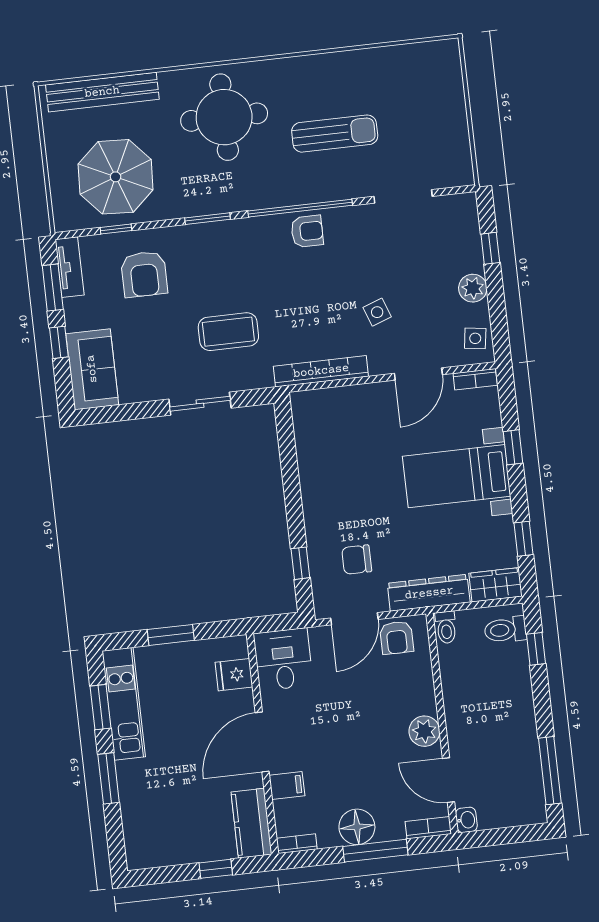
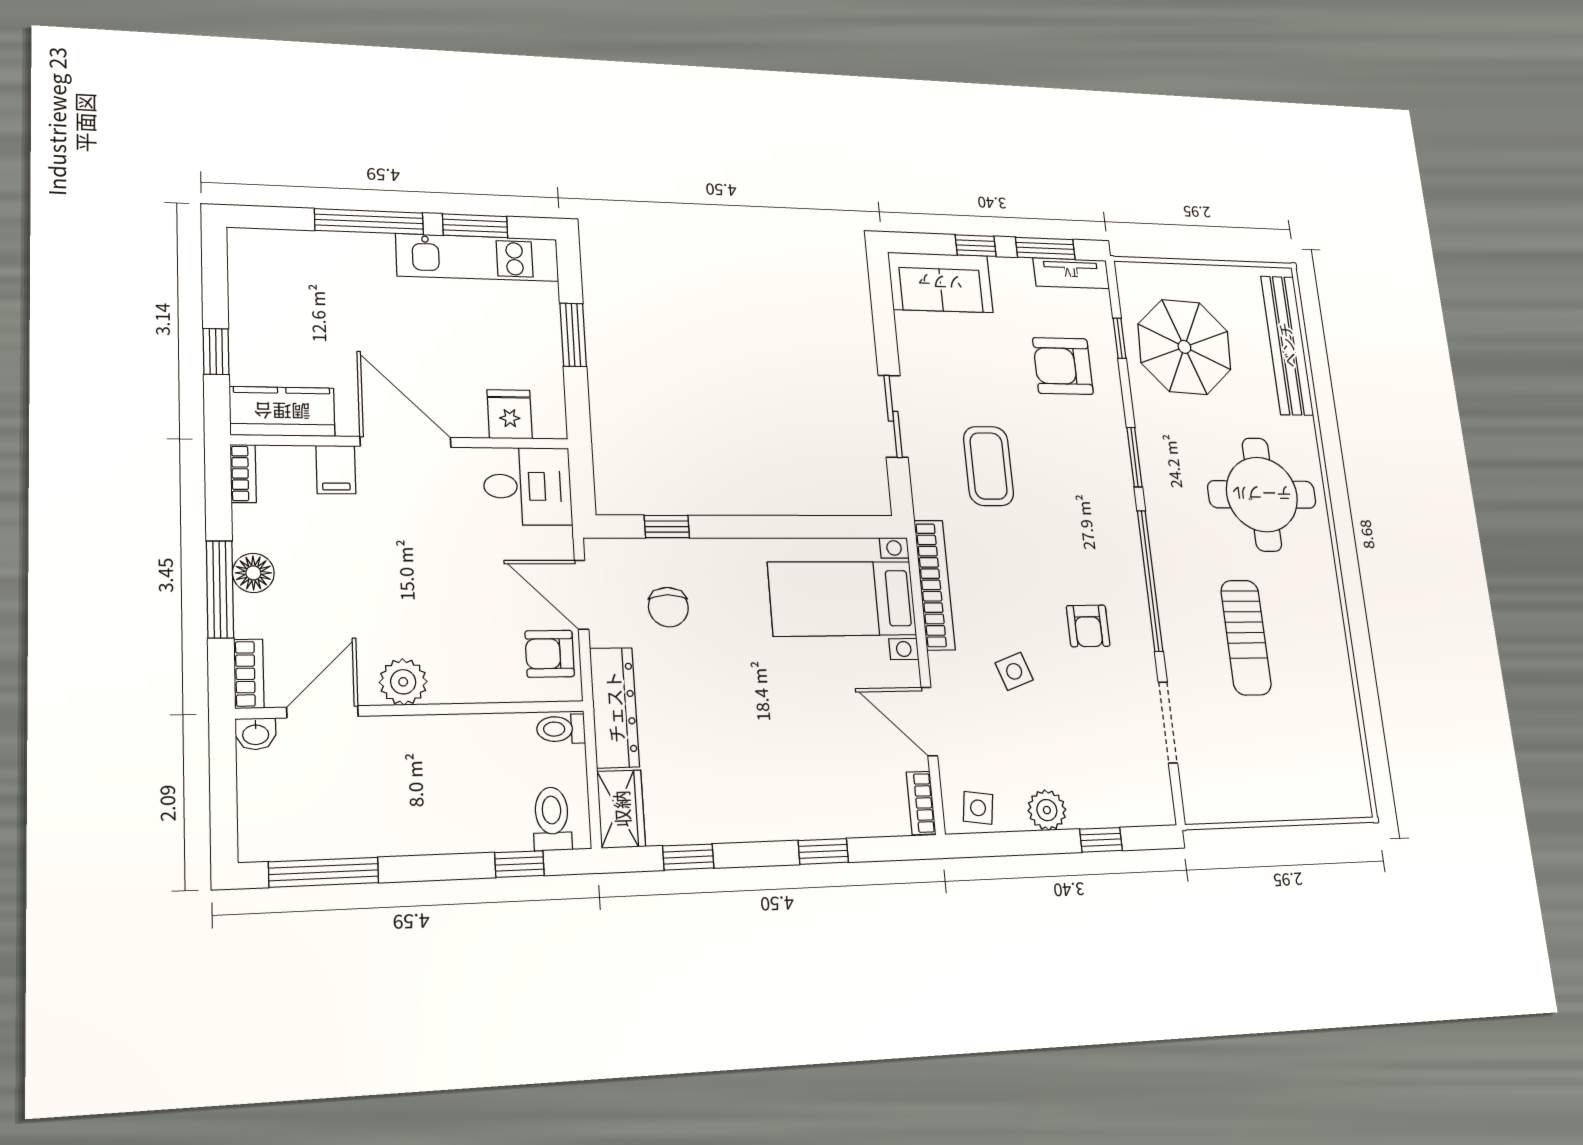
armchair: (307, 231) -> (1088, 626), moved
bed with nightstands: (457, 476) -> (842, 599), moved, turned -90
chair: (357, 560) -> (668, 607), turned 180
window: (109, 778) -> (369, 222), width x1.44
floor lamp: (357, 827) -> (253, 573), width x0.73, depth x0.73

